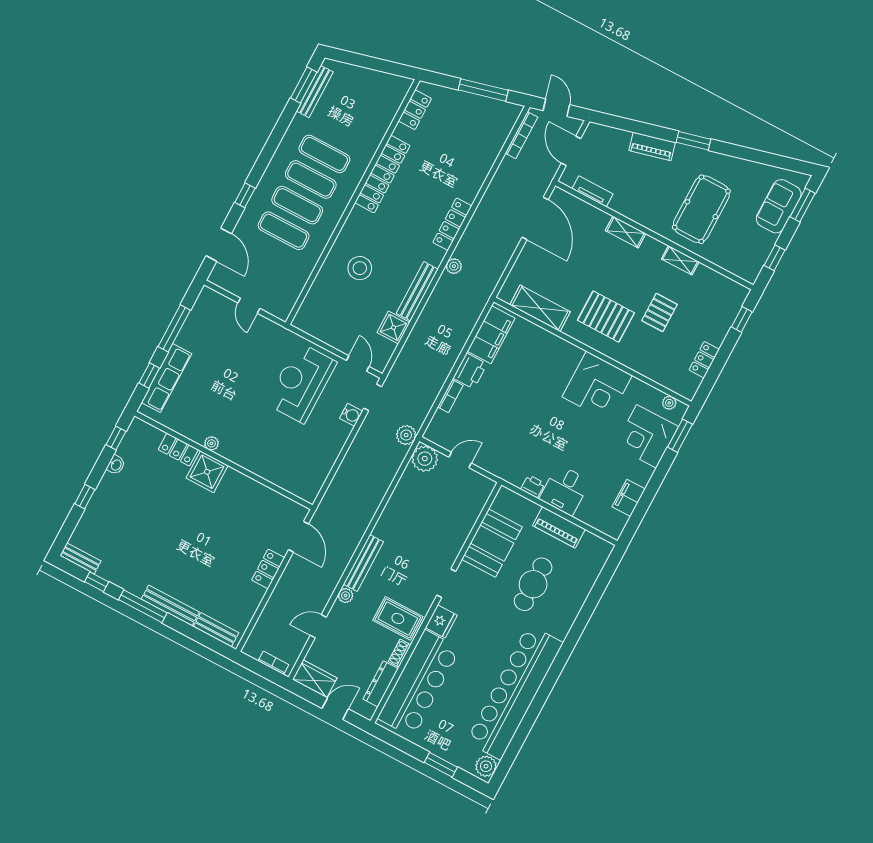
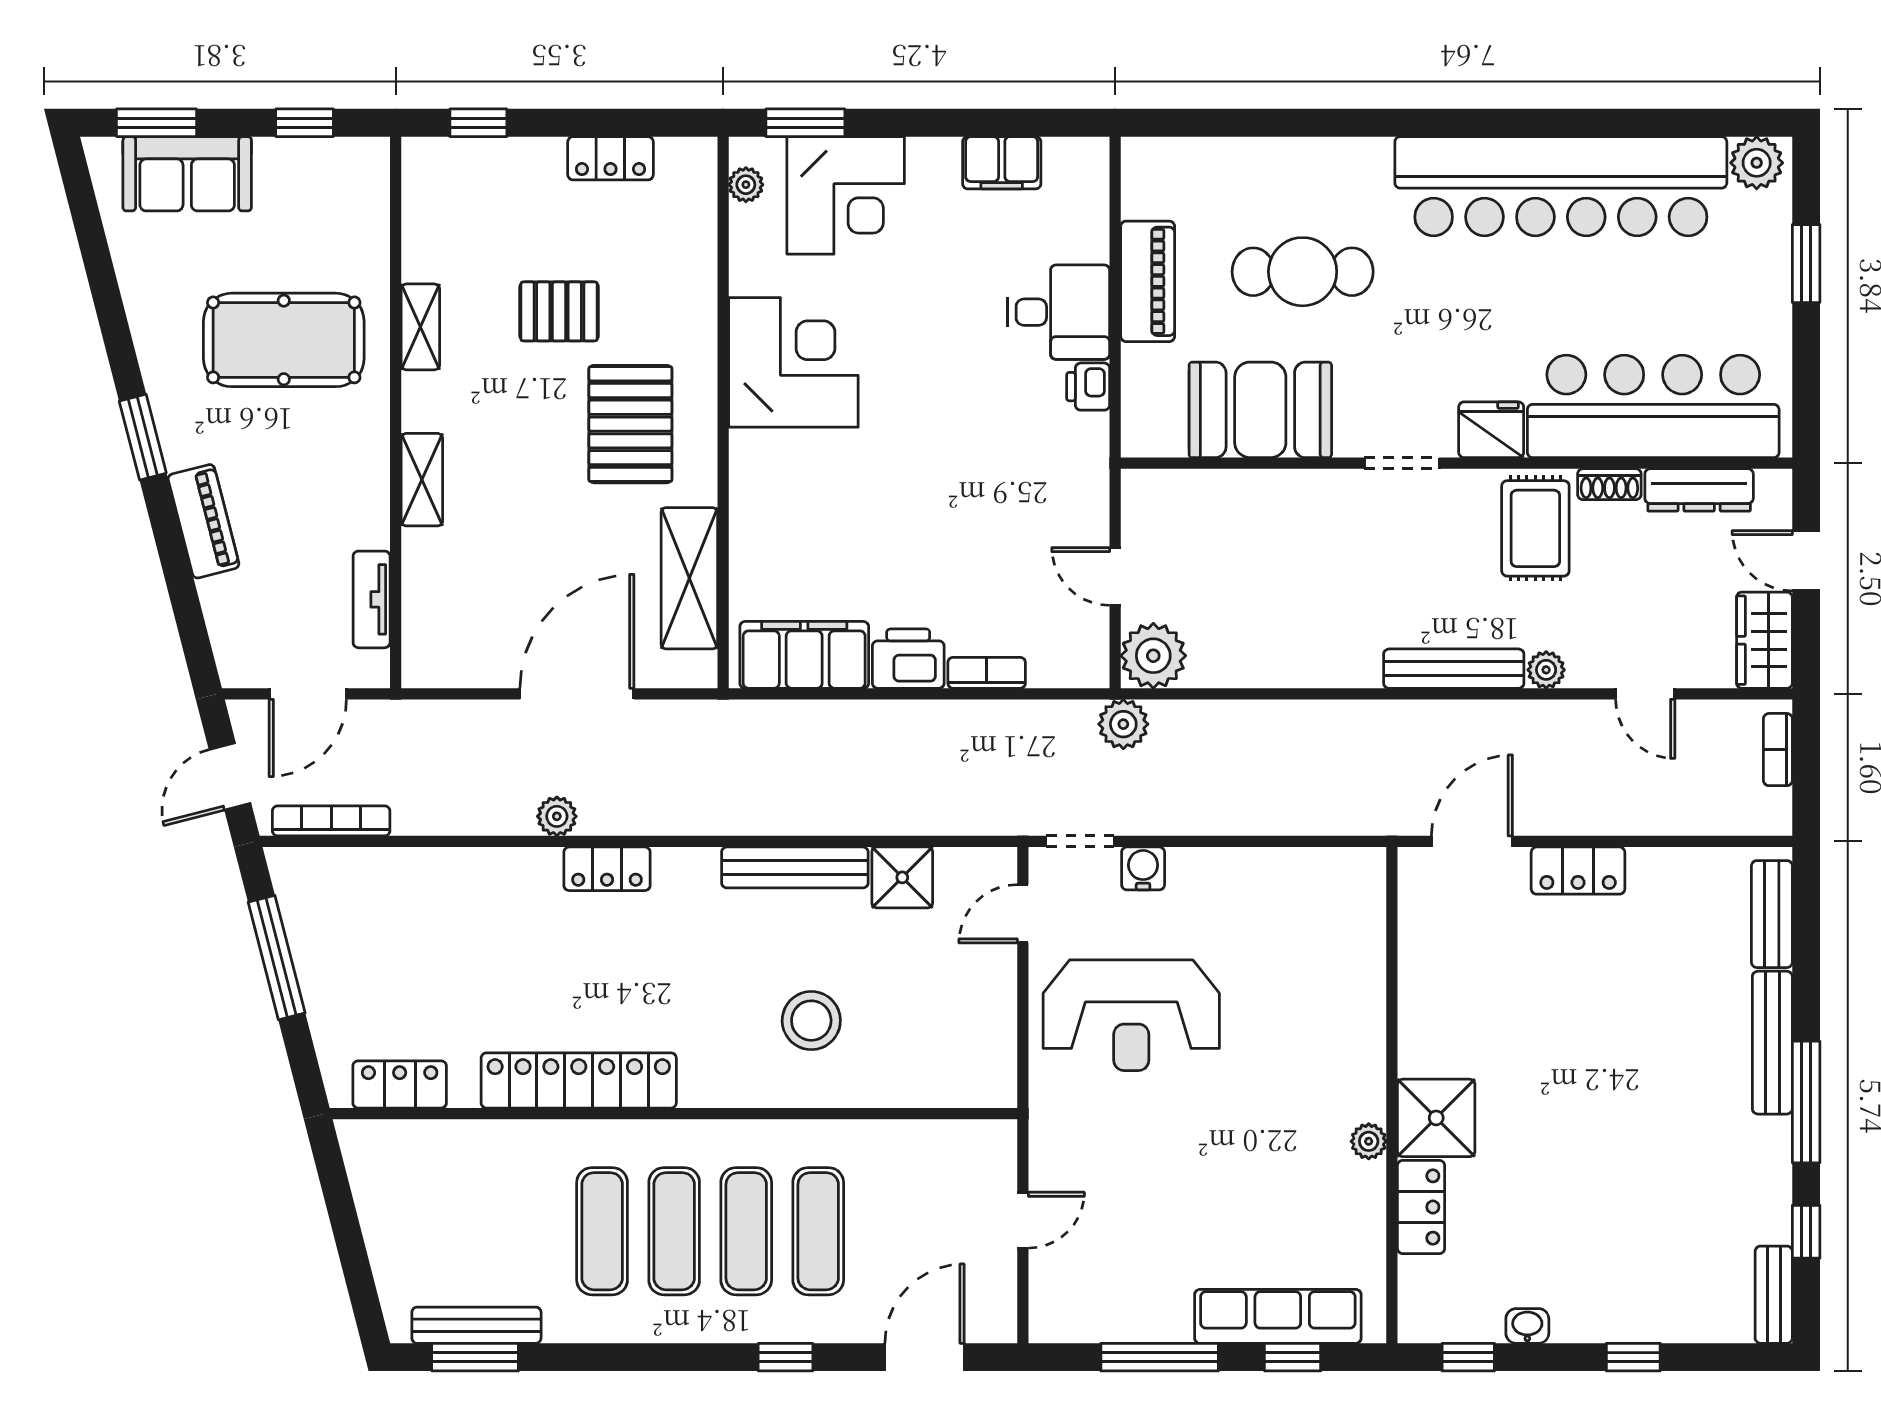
door: (535, 218) -> (577, 694), moved
locker: (452, 224) -> (607, 869), width x0.66
plant: (454, 266) -> (557, 816), moved

